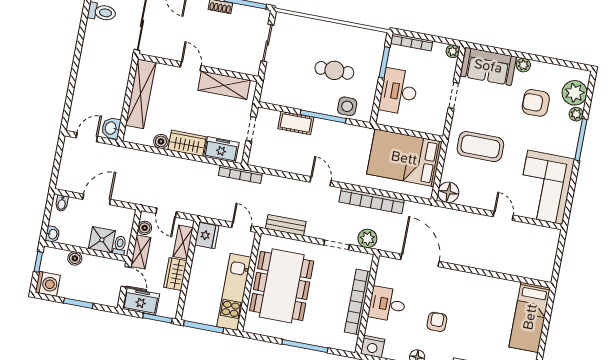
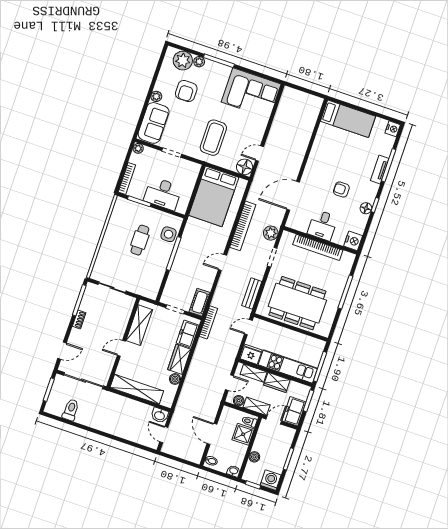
cot: (296, 123) -> (200, 302), moved
door: (503, 216) -> (260, 154), moved
kitchen unit: (234, 292) -> (288, 366), moved, turned 180

